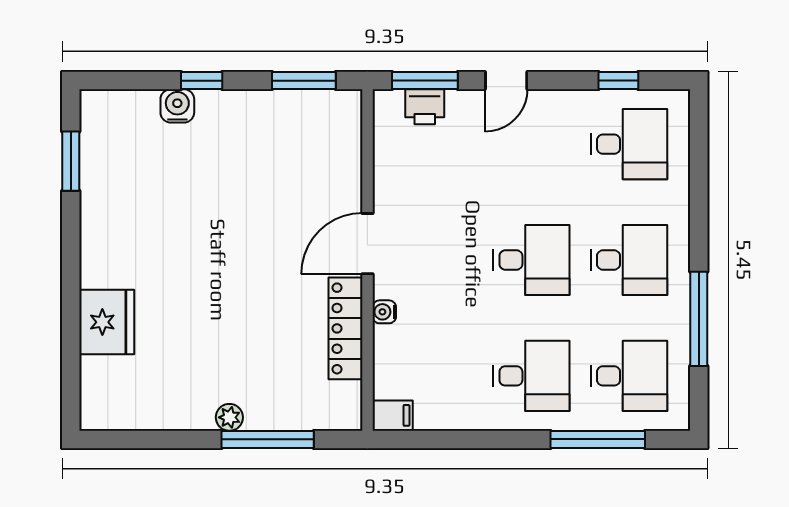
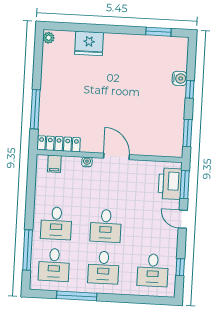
printer: (425, 107) -> (170, 184), width x1.87, depth x1.48
locker: (345, 328) -> (59, 144), moved
filing cabinet: (393, 415) -> (54, 164), moved
plant: (229, 417) -> (49, 38), moved

